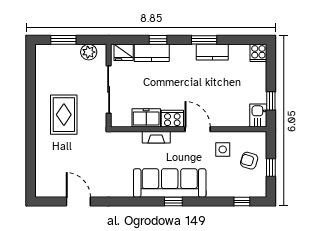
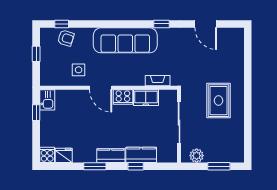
fridge: (124, 52) -> (64, 155), moved
kitchen counter: (212, 52) -> (111, 156), moved
fireplace: (156, 137) -> (158, 81), moved
armchair: (249, 161) -> (66, 38), moved
window: (173, 201) -> (161, 24), moved

